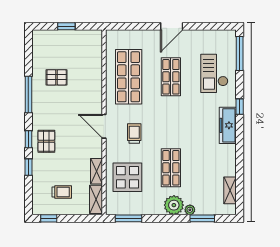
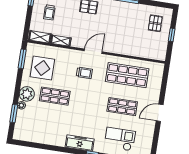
door: (172, 26) -> (160, 113), hinge flipped
pallet: (57, 77) -> (155, 23), moved
display table: (127, 177) -> (42, 68), moved
shelving: (230, 190) -> (31, 137), removed

